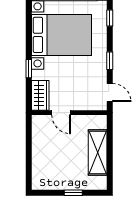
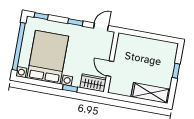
door: (61, 113) -> (110, 69), swing flipped
shelving: (98, 153) -> (151, 93), moved

